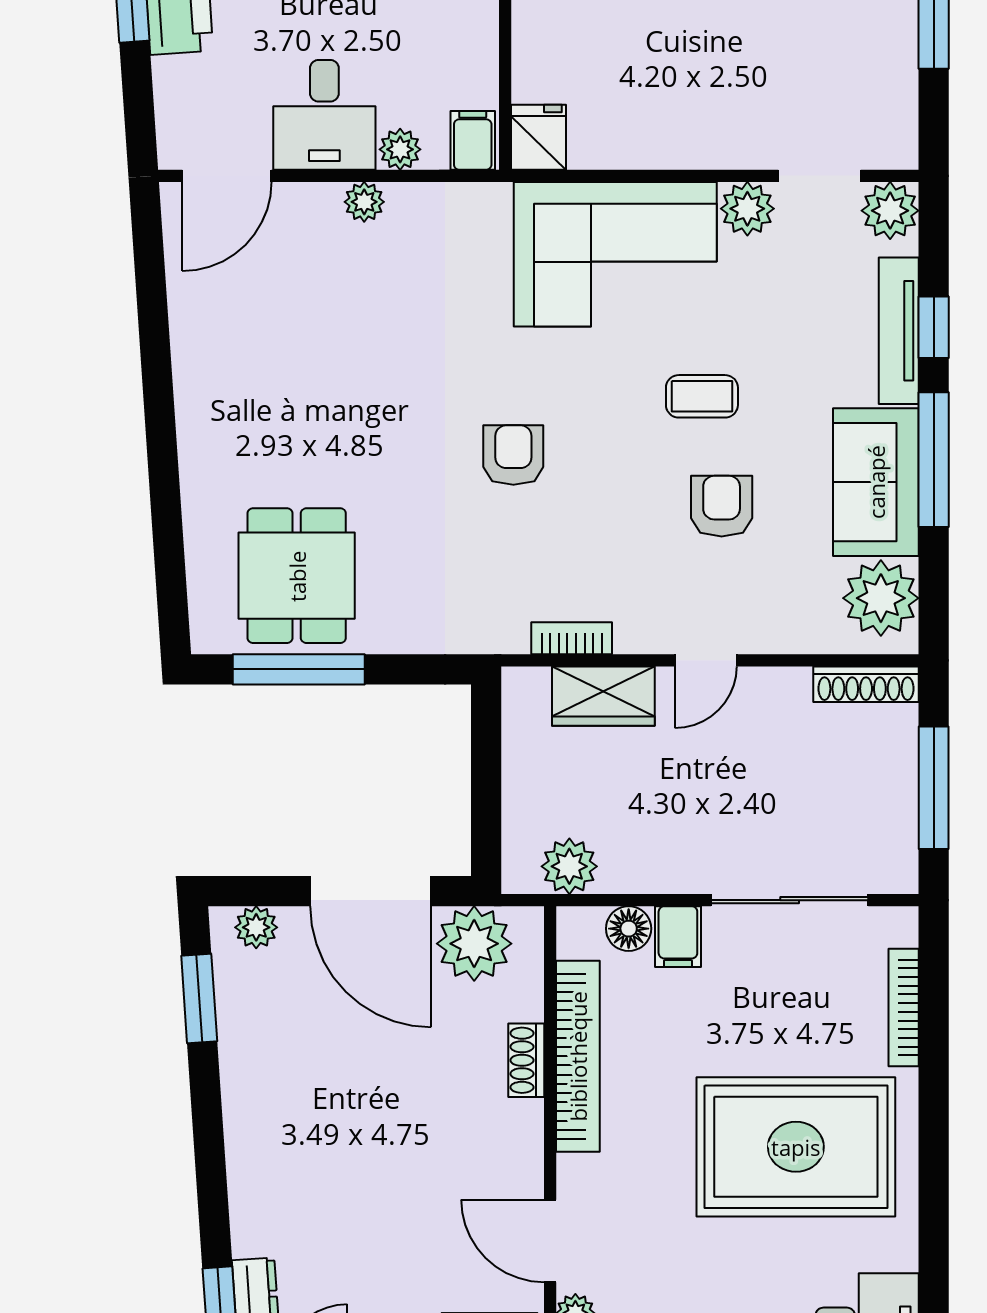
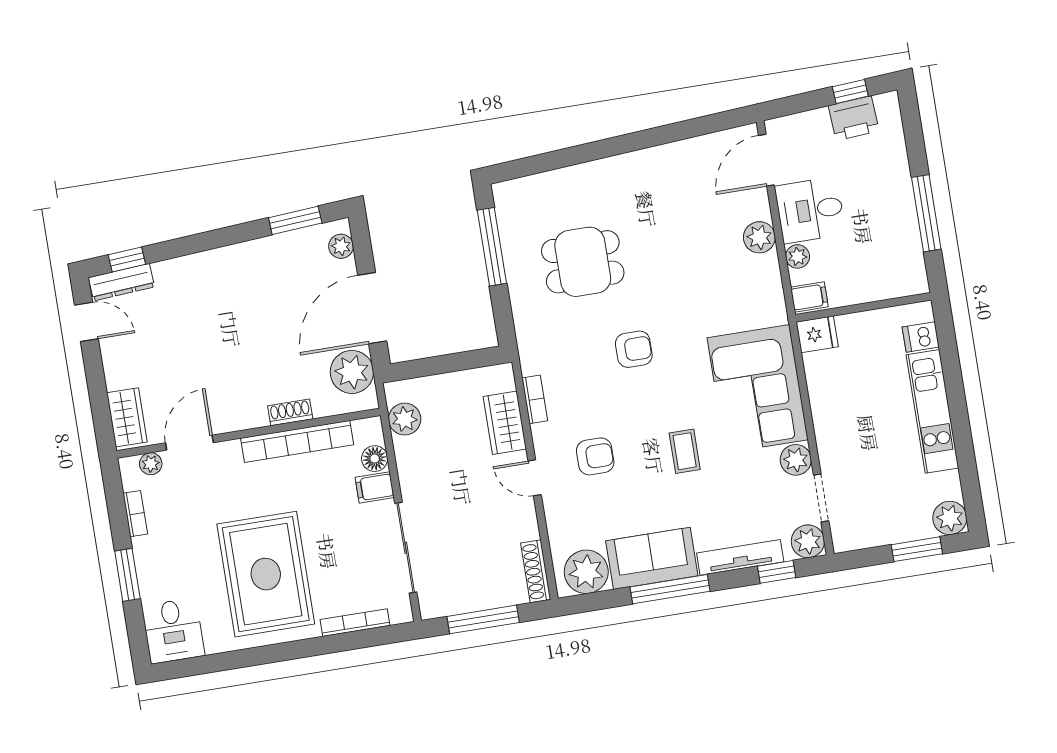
door: (227, 176) -> (766, 160), hinge flipped
plant: (364, 202) -> (759, 237), width x1.38, depth x1.38
window: (934, 327) -> (777, 572), moved
armchair: (722, 506) -> (595, 456), moved
dining table: (297, 576) -> (583, 262), moved

